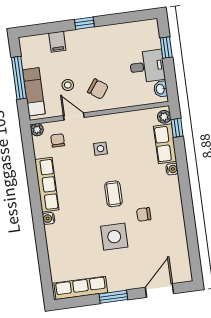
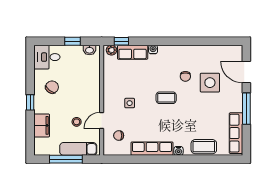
filing cabinet: (57, 42) -> (42, 125), width x2.00
window: (166, 48) -> (73, 41), moved
desk: (147, 66) -> (47, 57), moved, turned -90
chair: (98, 89) -> (52, 87), moved
plant: (37, 130) -> (108, 151), removed
side table: (114, 237) -> (210, 83), moved
coffee table: (58, 250) -> (204, 147), added
window: (113, 297) -> (246, 109), width x1.44

